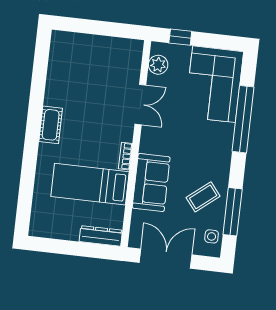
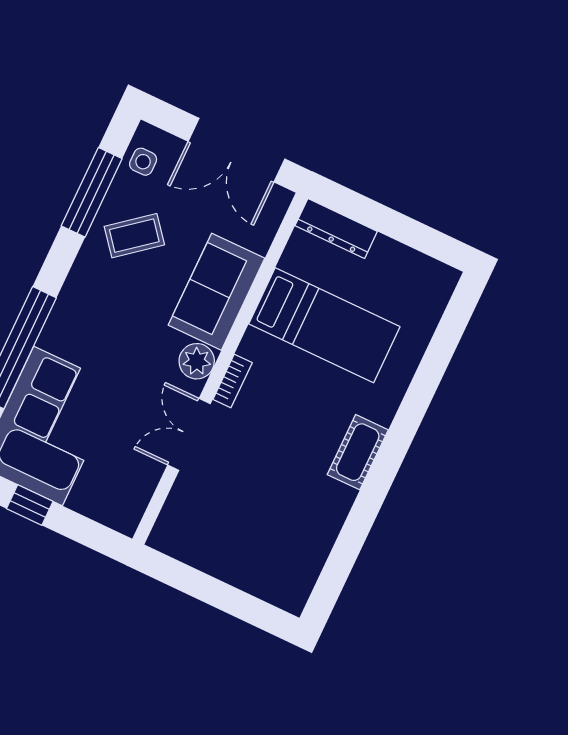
window: (180, 37) -> (30, 505), moved
plant: (158, 65) -> (197, 361), moved
bookcase: (125, 156) -> (233, 381), moved

